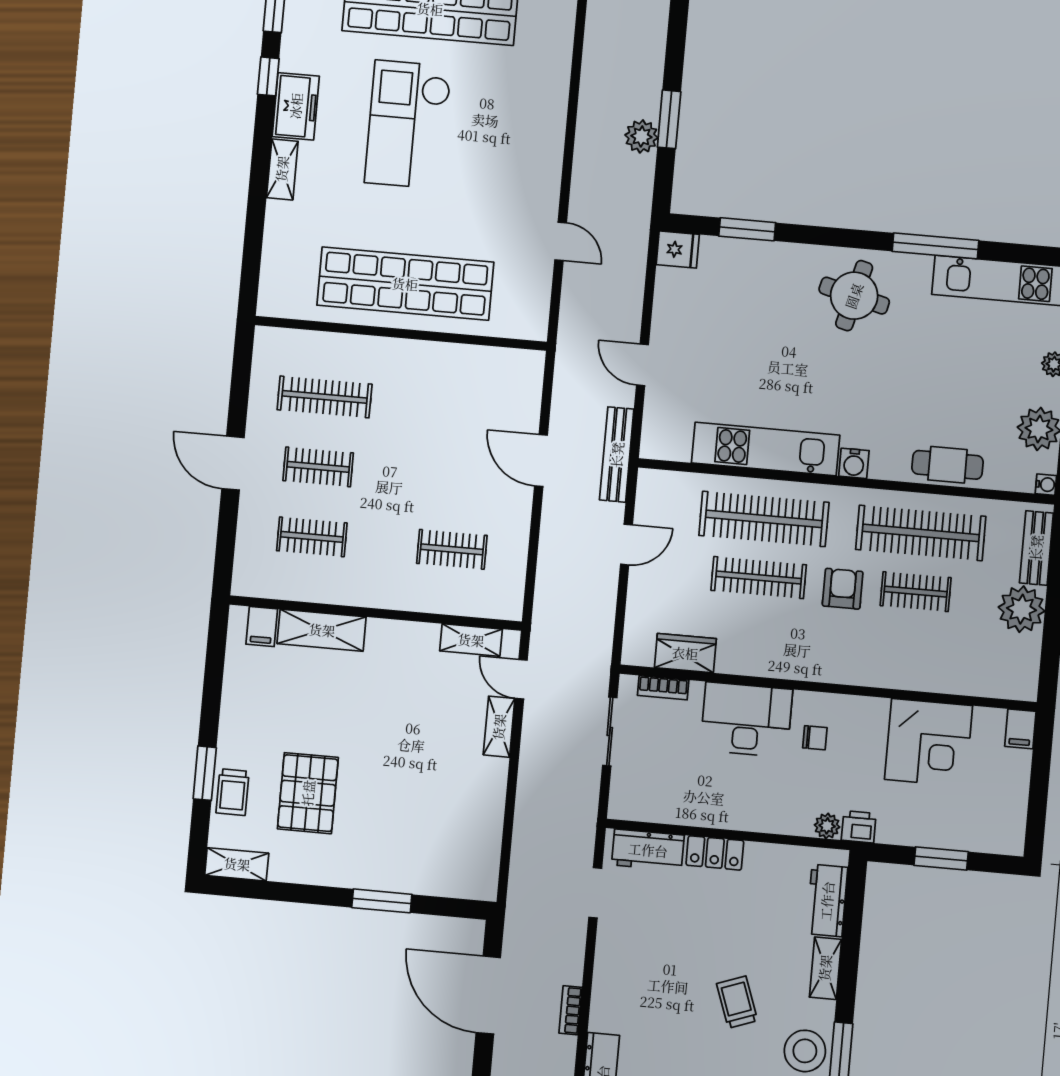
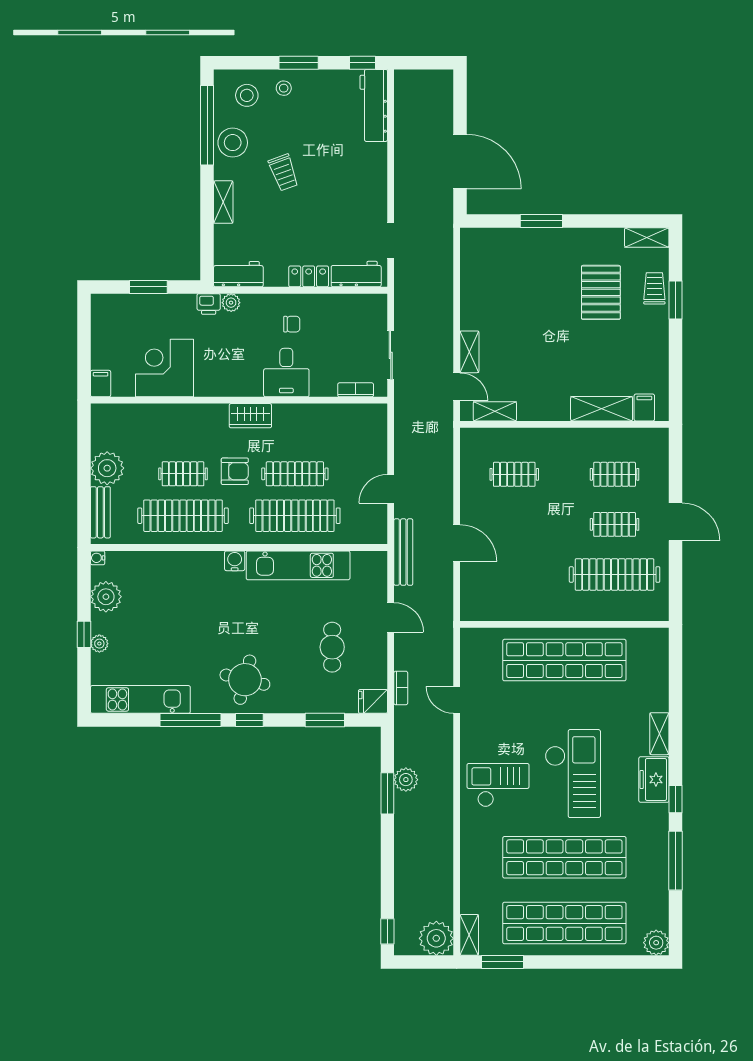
checkout: (514, 118) -> (498, 785), added
window: (853, 239) -> (249, 720), added
clothes rail: (325, 397) -> (615, 574), width x1.37, depth x1.31
cafe table: (948, 465) -> (332, 647), moved, turned 90
armchair: (843, 589) -> (235, 471), turned -90
wardrobe: (685, 653) -> (250, 416), moved
desk: (746, 720) -> (286, 373), width x0.73
chair: (815, 738) -> (292, 324), moved, turned 180
workbench: (827, 901) -> (238, 274), moved, turned -90
bookcase: (571, 1010) -> (401, 688), moved

